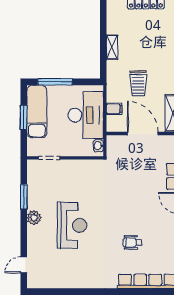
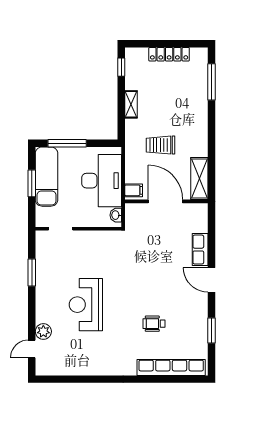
window: (103, 14) -> (121, 67), added
trolley: (138, 83) -> (160, 145), turned 90
filing cabinet: (114, 109) -> (134, 190), moved
plant: (34, 218) -> (43, 331), moved
reception desk: (72, 225) -> (86, 305), turned 180

